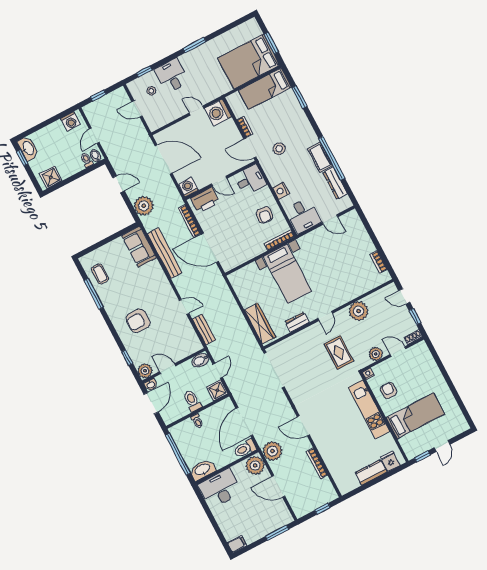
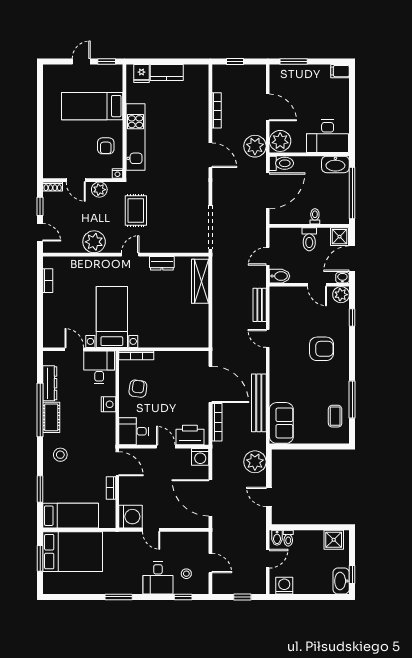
stool: (279, 149) -> (60, 455), moved
bed with nightstands: (288, 274) -> (112, 317), moved
shower: (217, 390) -> (340, 237), moved

